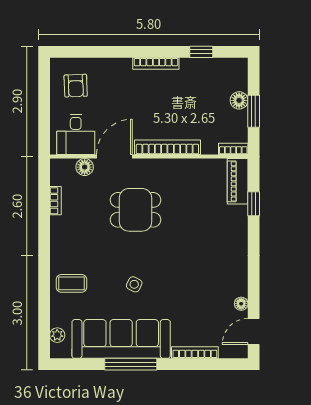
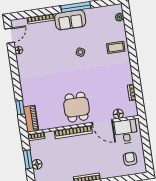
door: (114, 157) -> (102, 122), hinge flipped
dining table: (136, 210) -> (76, 107), moved, turned 90
sofa: (121, 339) -> (70, 20), width x0.54, depth x0.79

